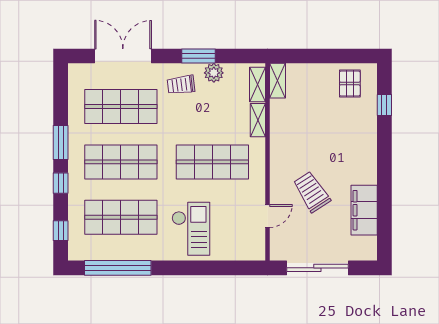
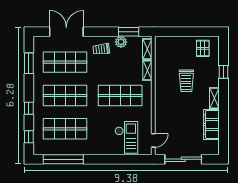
window: (198, 56) -> (129, 32), moved
shelving: (278, 81) -> (214, 98), moved
window: (384, 105) -> (223, 72), moved
window: (61, 143) -> (29, 63), moved
trolley: (312, 192) -> (186, 81), moved, turned -147
door: (268, 216) -> (153, 140), moved
checkout: (191, 229) -> (126, 137), moved

